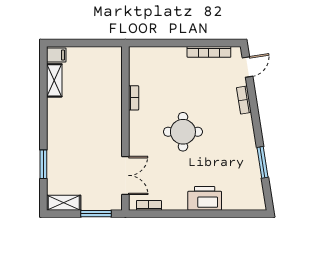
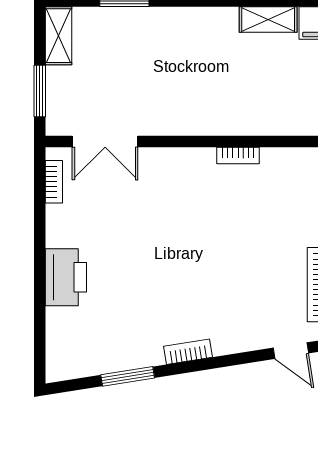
bookcase: (244, 100) -> (188, 352), moved
round table: (183, 132) -> (180, 240), removed

